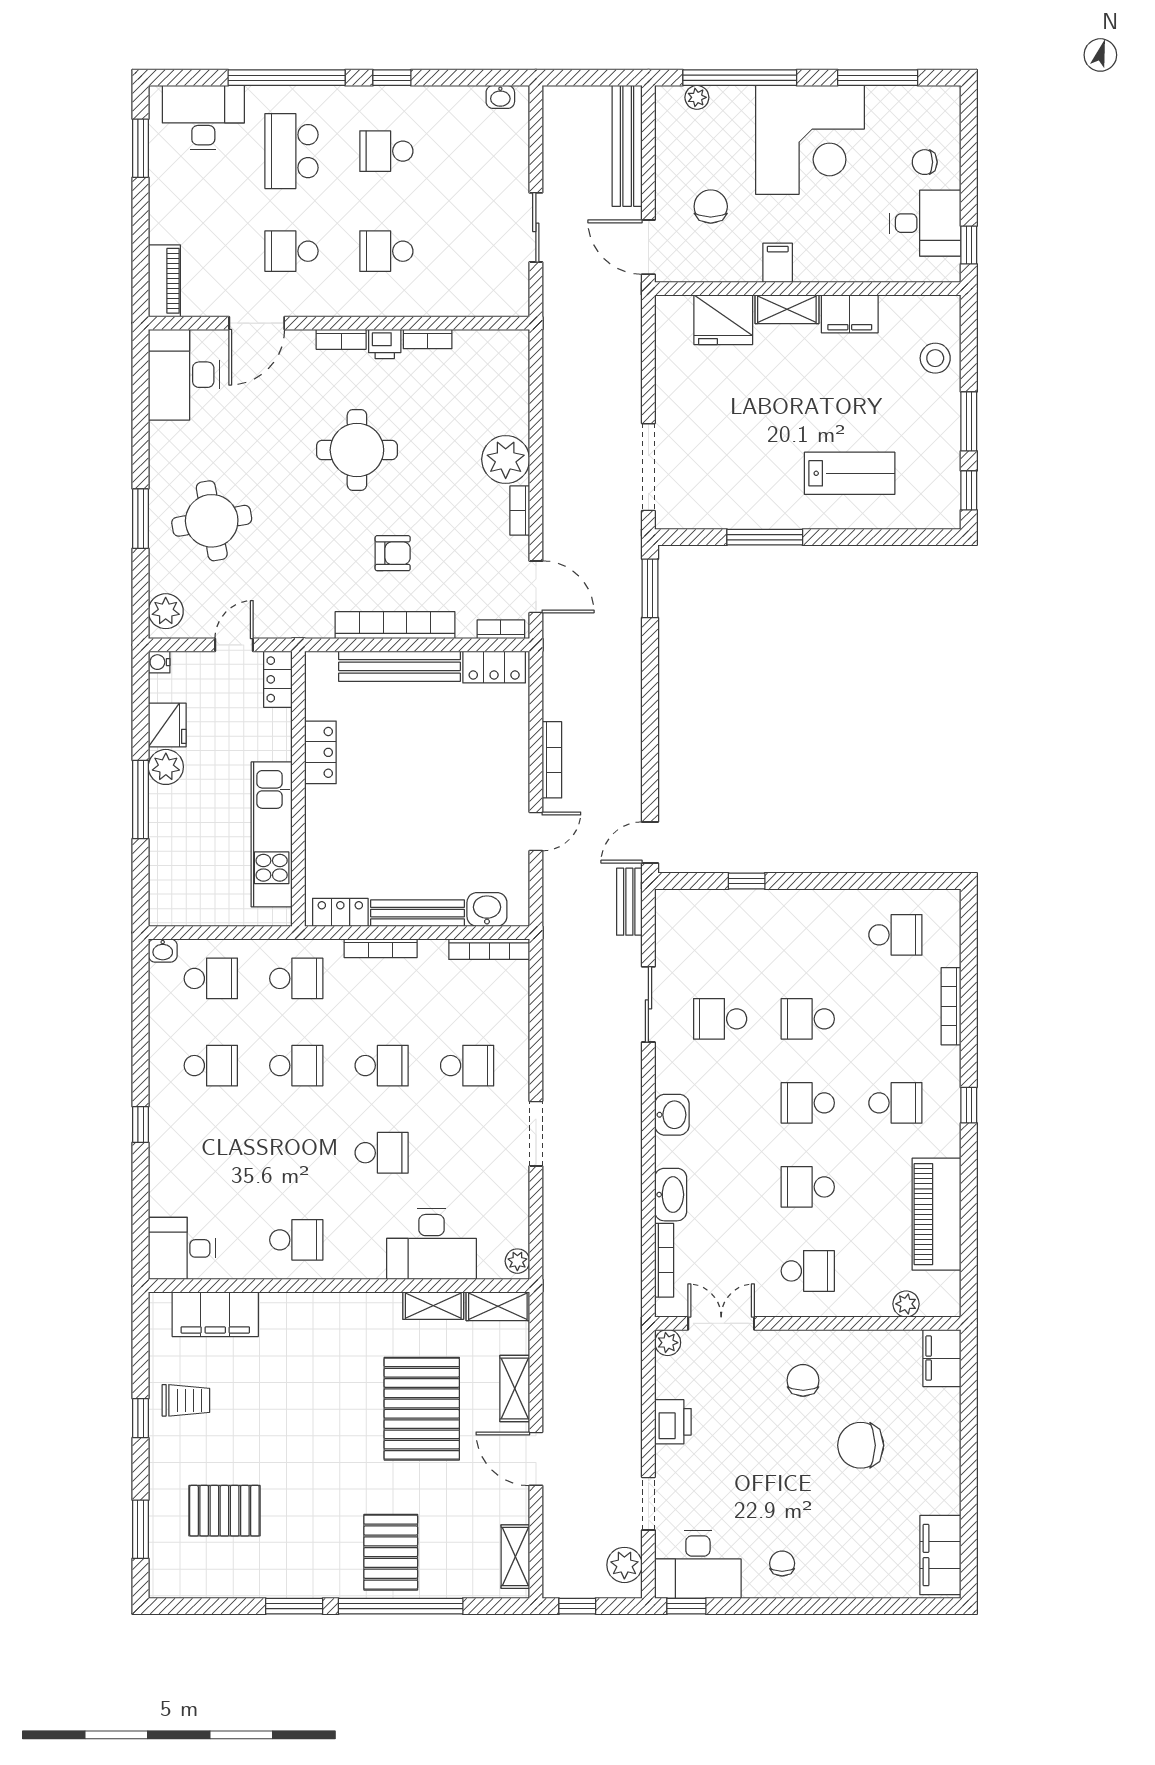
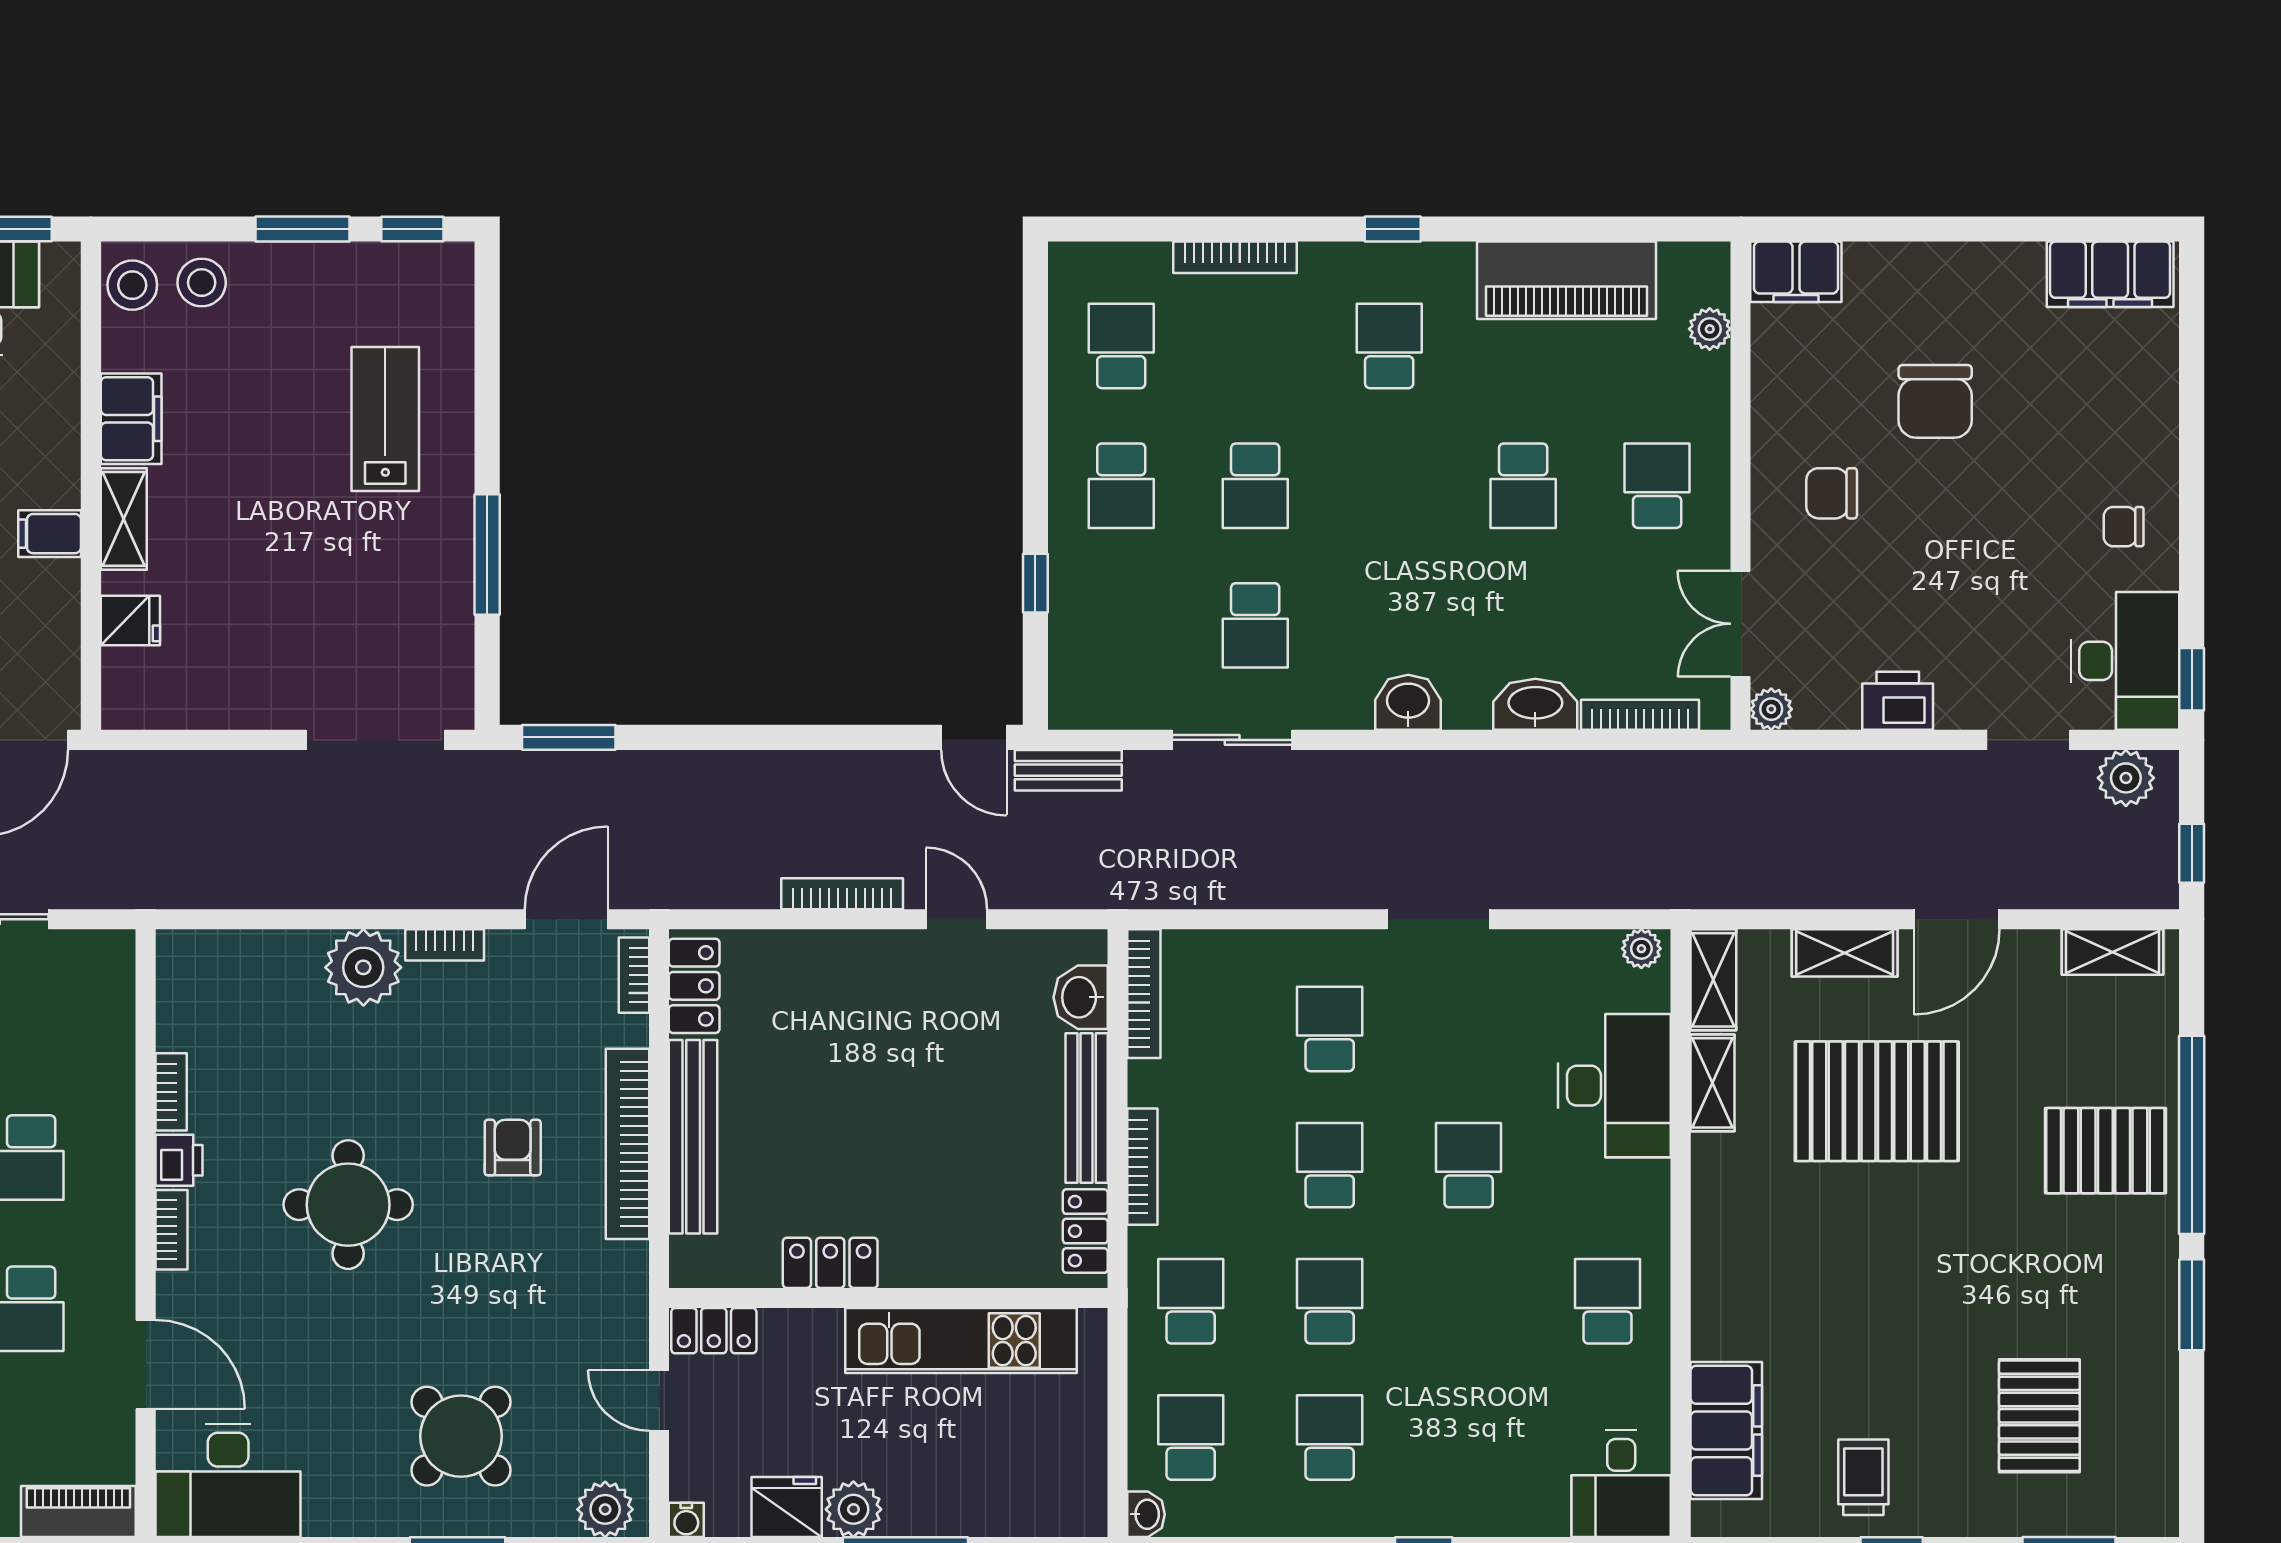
stool: (934, 315) -> (132, 285), added
fridge: (723, 320) -> (130, 621), width x0.53, depth x0.75
round table: (212, 521) -> (461, 1436), turned -35
school desk: (808, 1103) -> (1121, 486), moved

